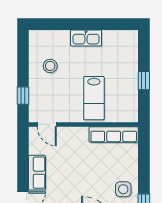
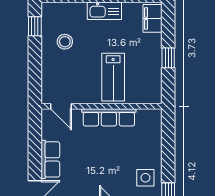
filing cabinet: (130, 45) -> (153, 18), added
window: (23, 96) -> (35, 26), moved
row of seats: (114, 134) -> (109, 117), moved

